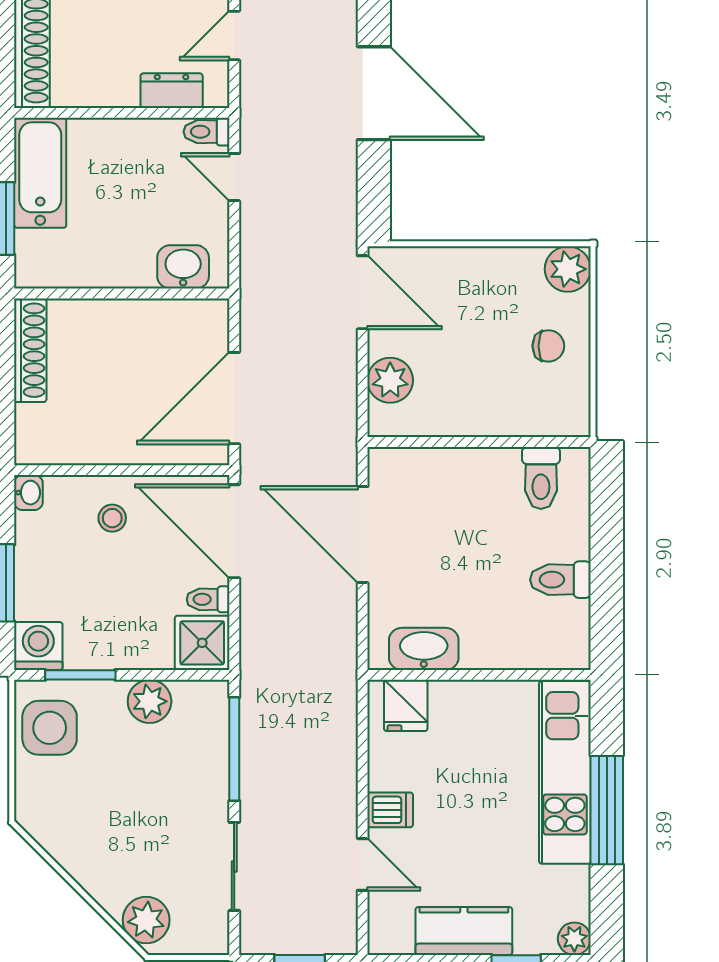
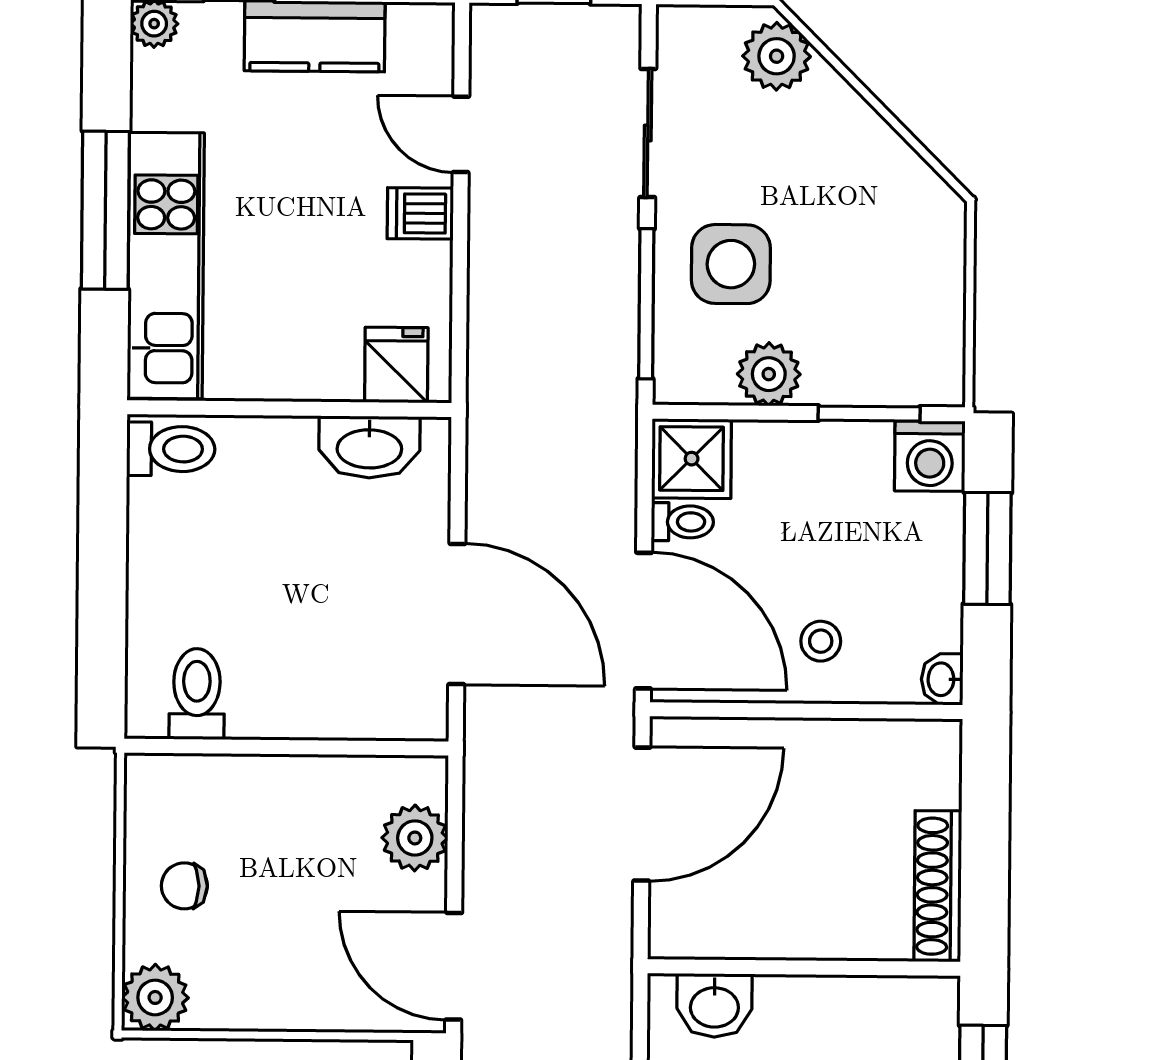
toilet: (560, 580) -> (171, 449), moved
side table: (50, 728) -> (731, 264), moved

